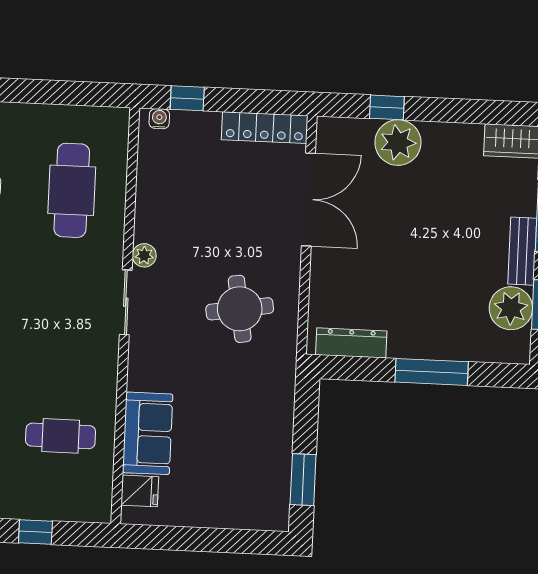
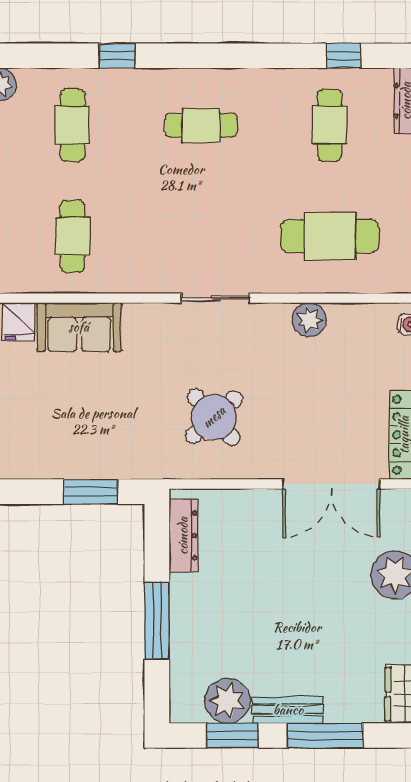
plant: (144, 255) -> (309, 320), moved, width x1.38, depth x1.38
round table: (240, 309) -> (214, 417), turned -33
window: (303, 480) -> (91, 492), moved

